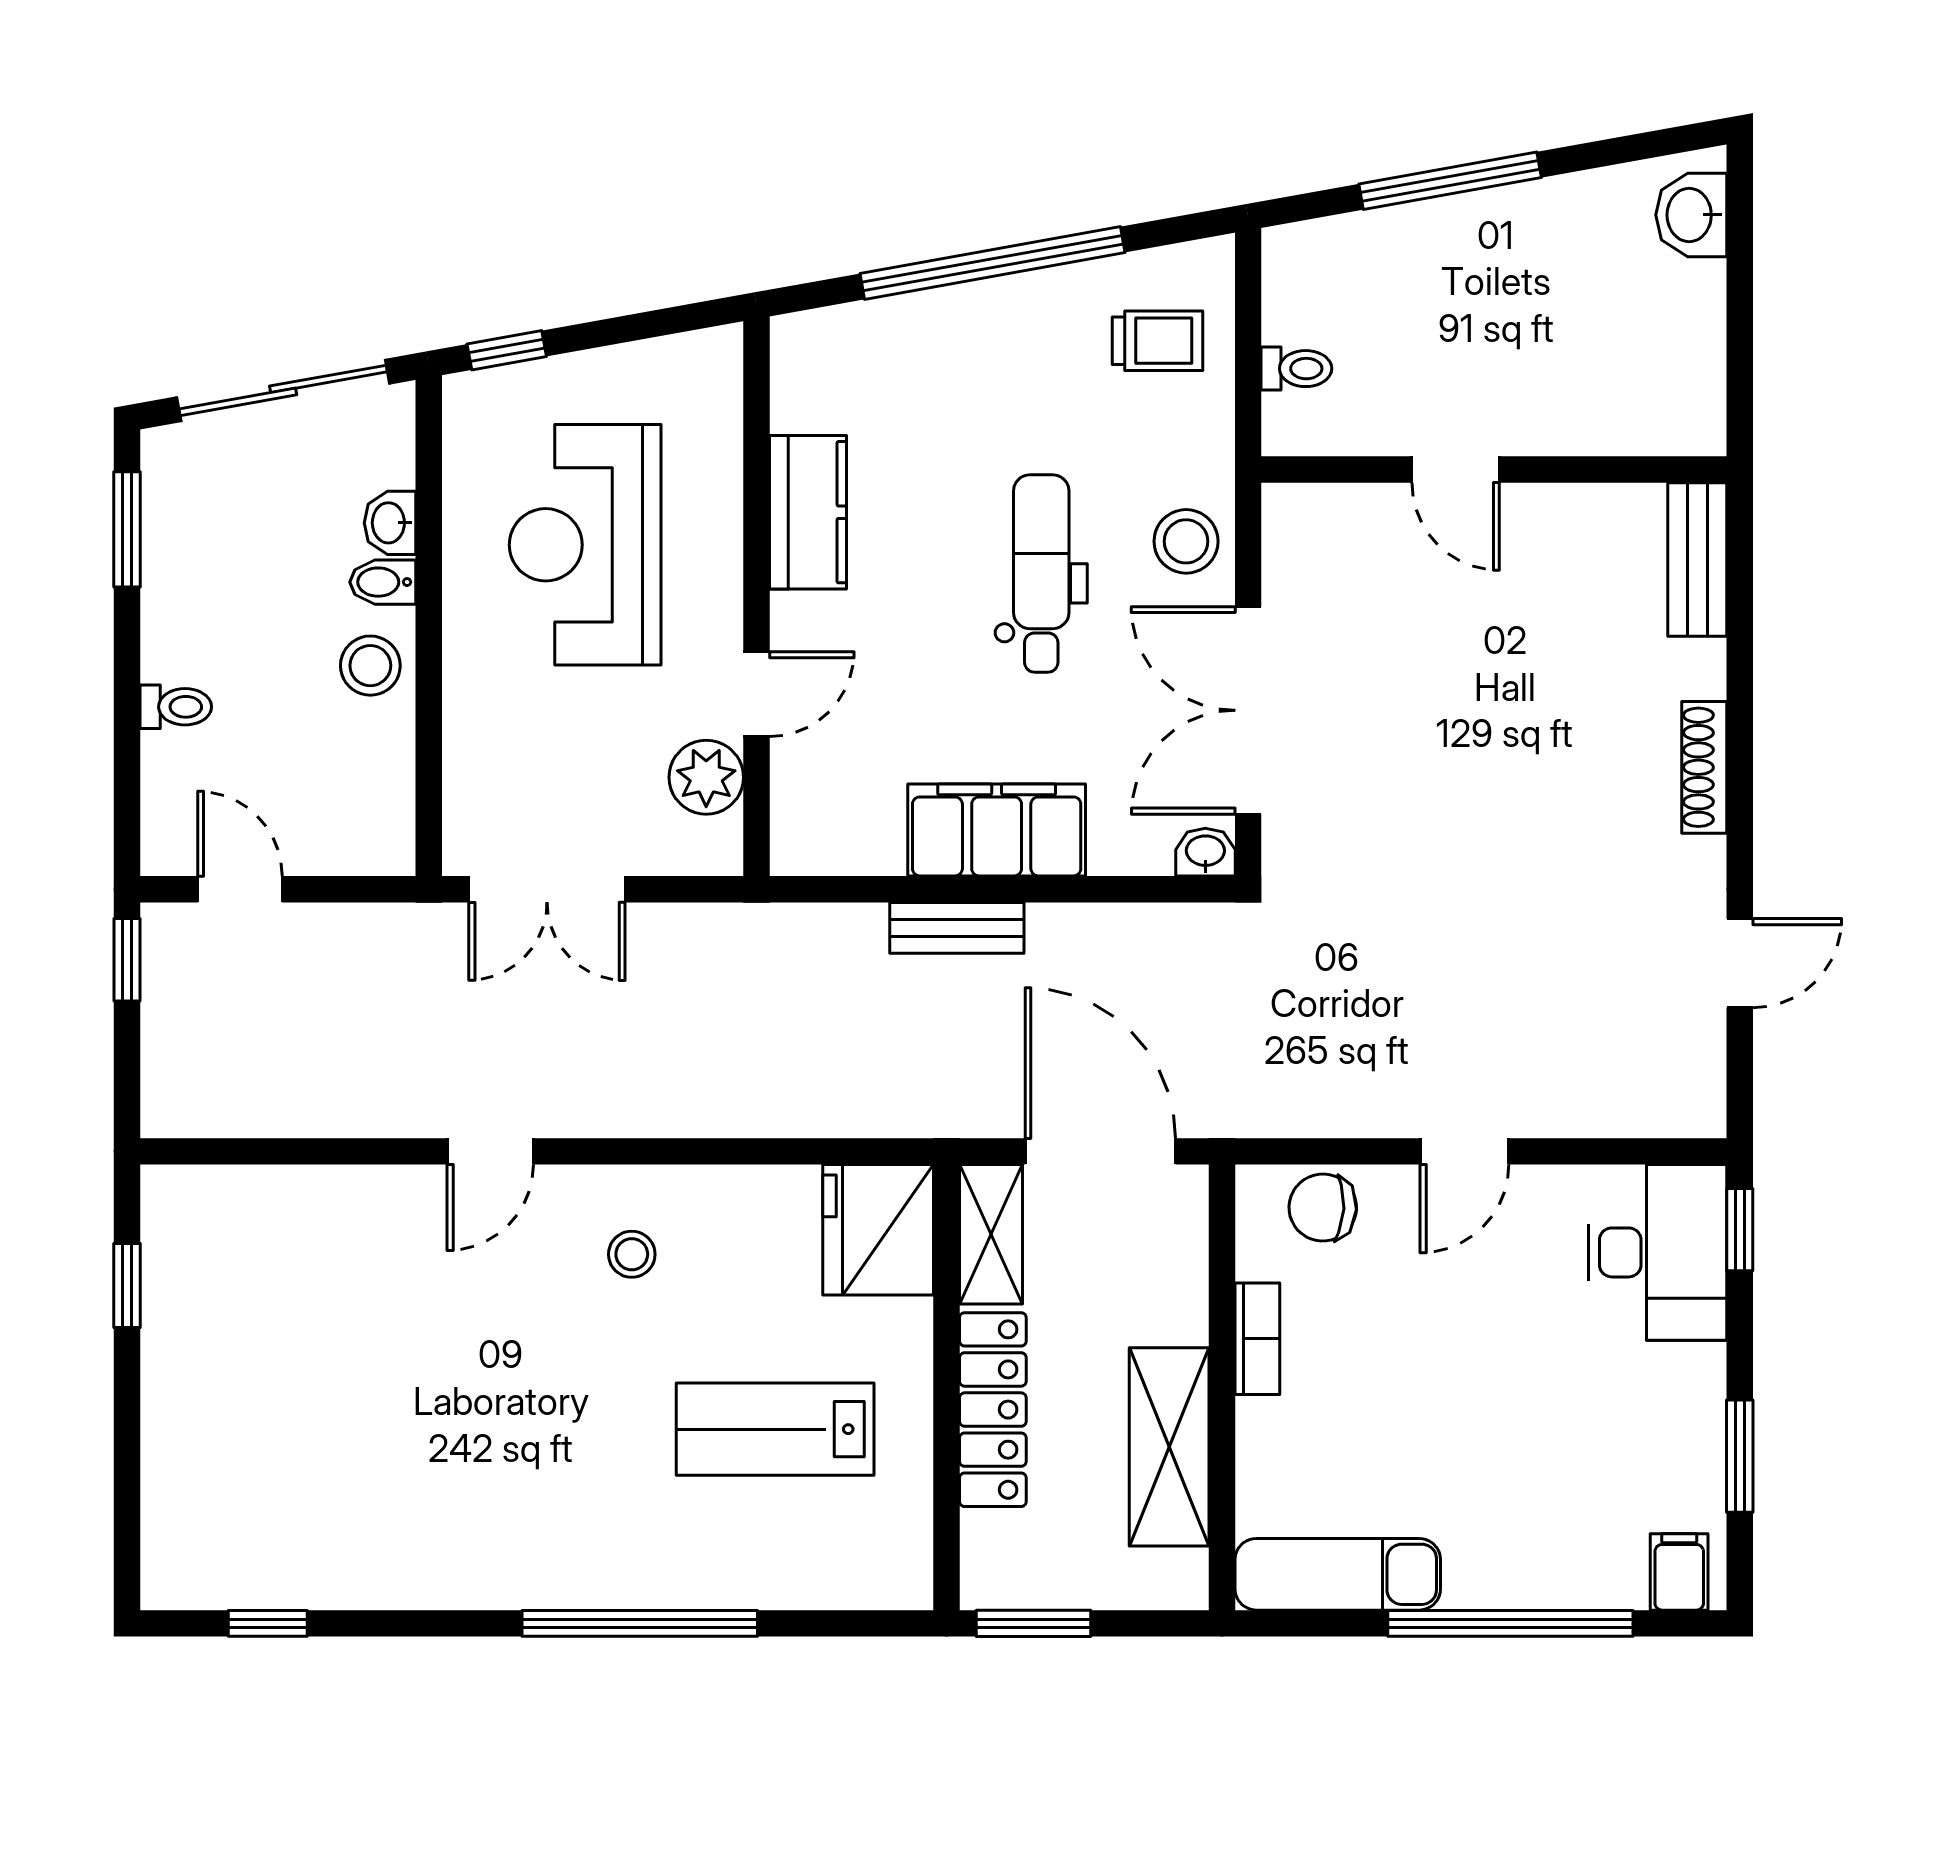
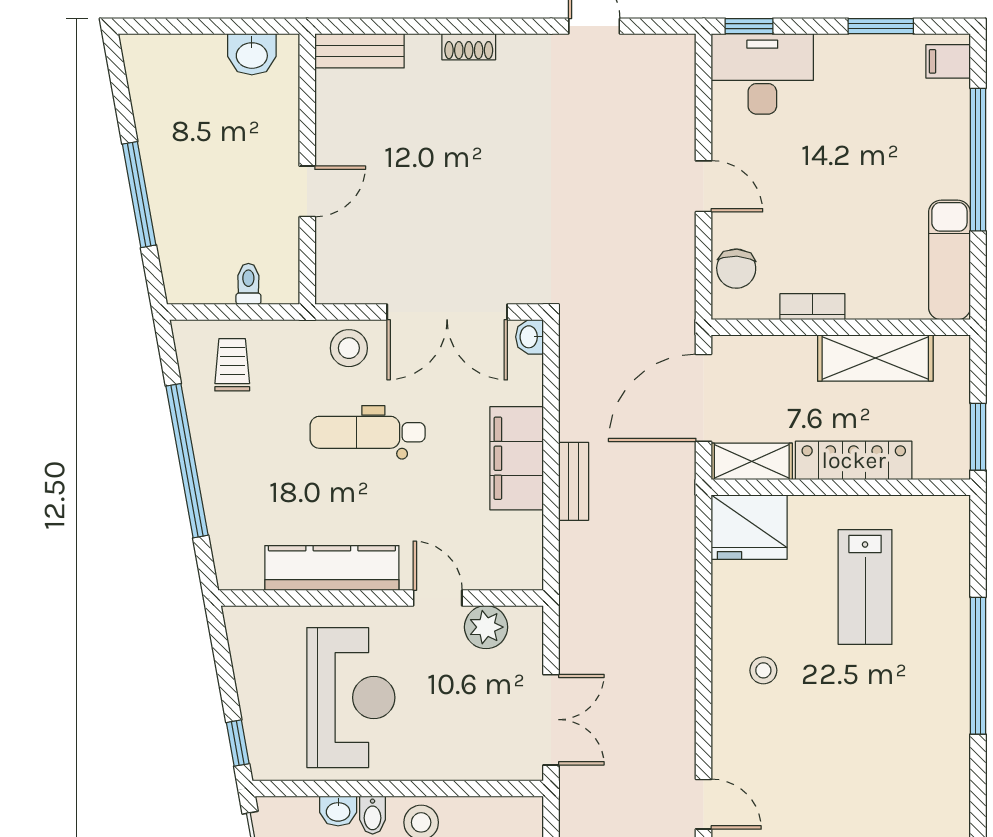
washbasin: (1691, 215) -> (252, 54), moved
kitchen counter: (808, 512) -> (332, 568), width x1.50
reception desk: (585, 545) -> (351, 698), turned -90
shoe rack: (1704, 767) -> (469, 47), width x0.70
door: (490, 1151) -> (704, 804), moved

